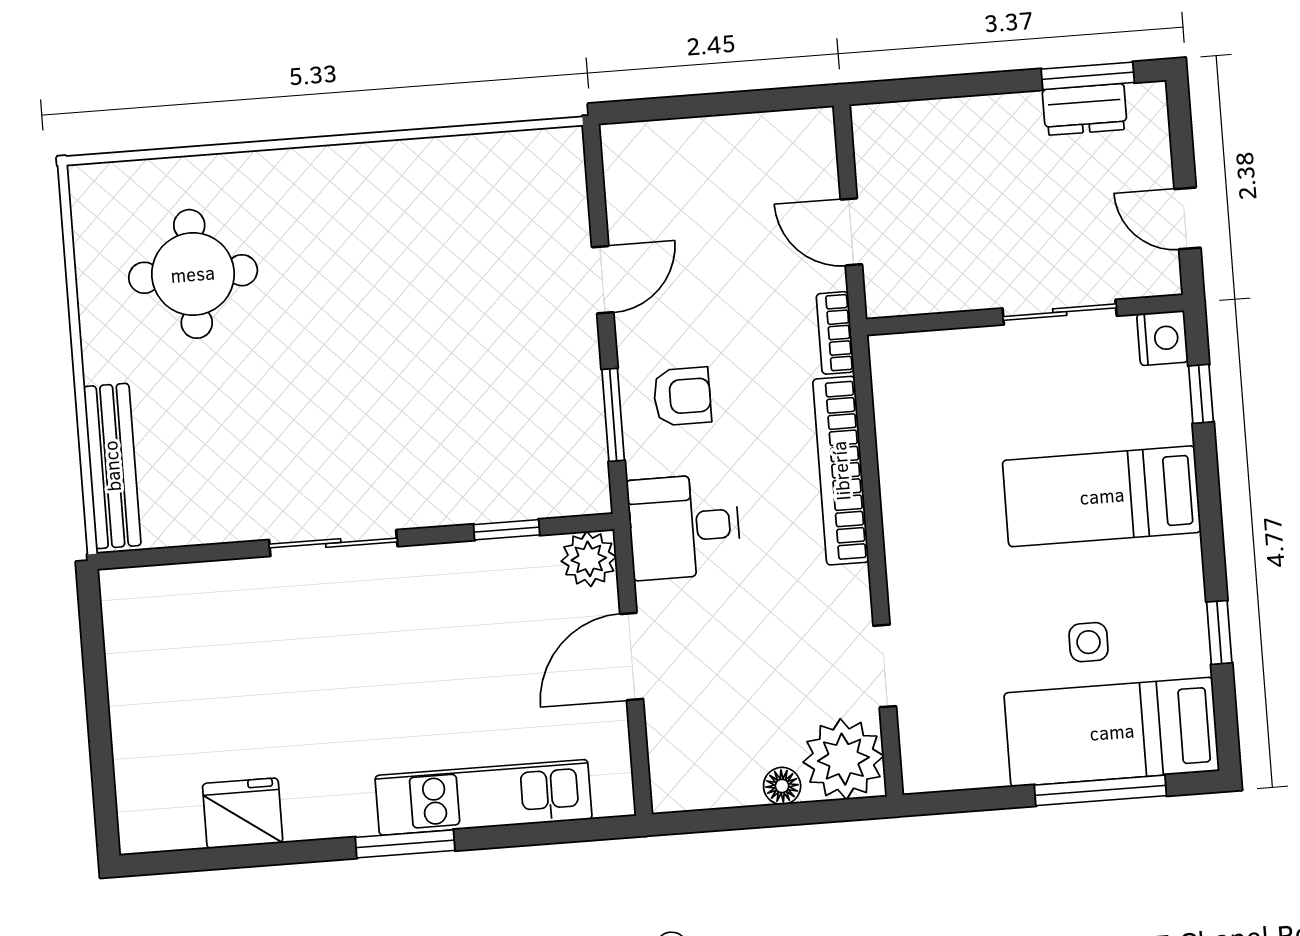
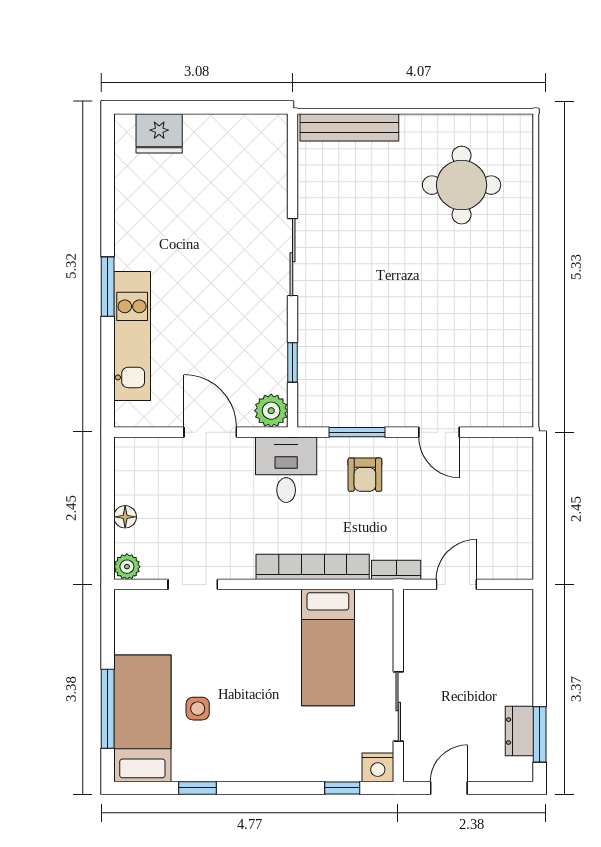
bed: (1102, 496) -> (328, 647), moved, turned 180
plant: (843, 759) -> (127, 567), width x0.53, depth x0.53
fridge: (243, 813) -> (159, 133), moved, turned 90

